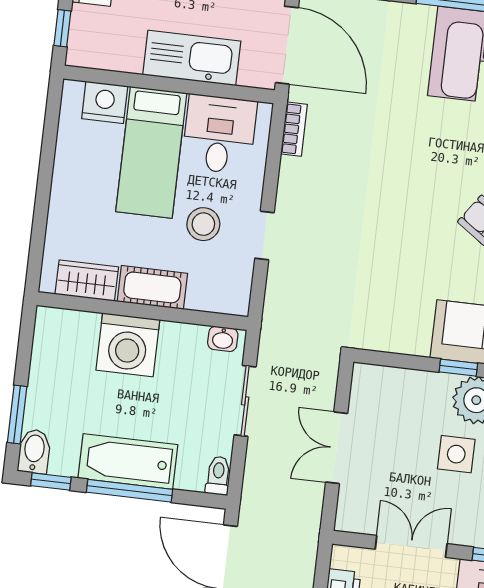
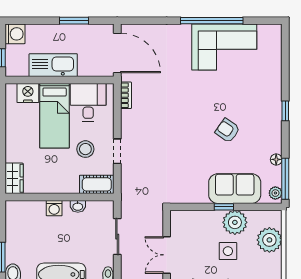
kitchen sink: (192, 58) -> (53, 65), moved
wardrobe: (87, 281) -> (14, 178), moved, turned 90
cot: (152, 287) -> (97, 184), moved
washbasin: (223, 339) -> (78, 206), moved
washing machine: (128, 345) -> (54, 208), width x0.53, depth x0.53

